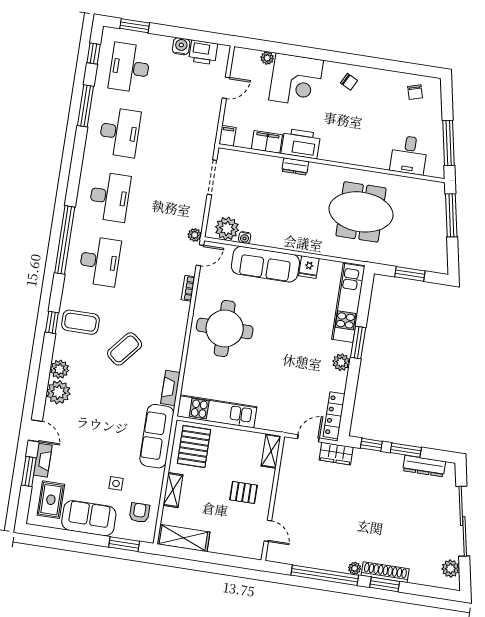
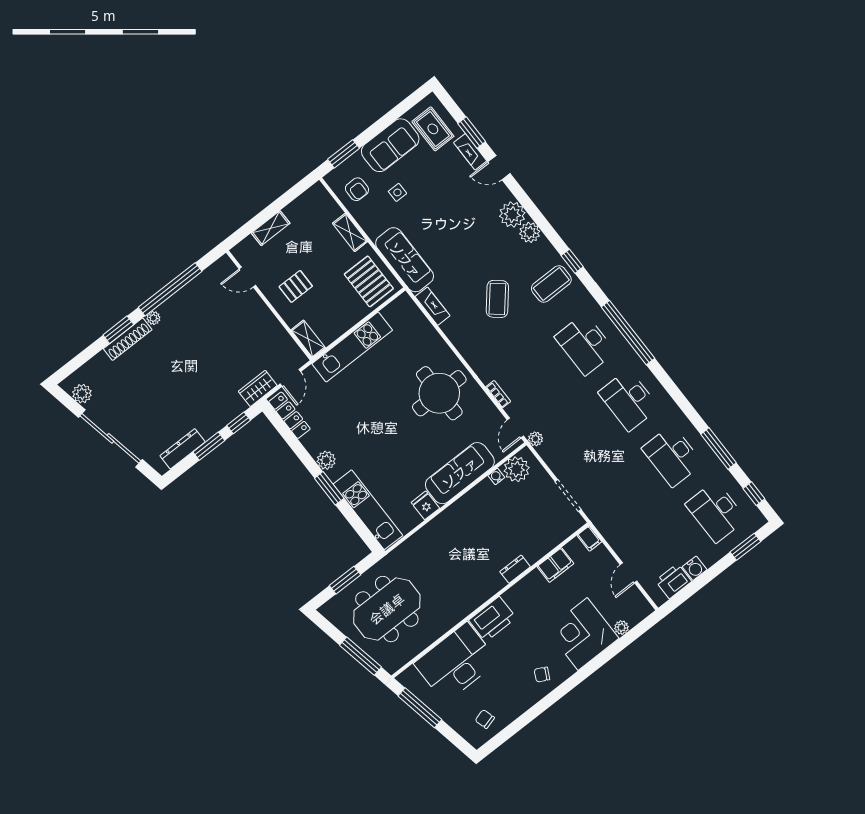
desk: (130, 68) -> (716, 512), turned 180
printer: (301, 144) -> (492, 619), moved
desk: (409, 155) -> (456, 662), width x1.87, depth x1.30
meeting table: (361, 212) -> (387, 609), moved
kitchen unit: (217, 411) -> (352, 347), moved
shelving: (183, 538) -> (271, 228), moved, width x0.67, depth x0.75

